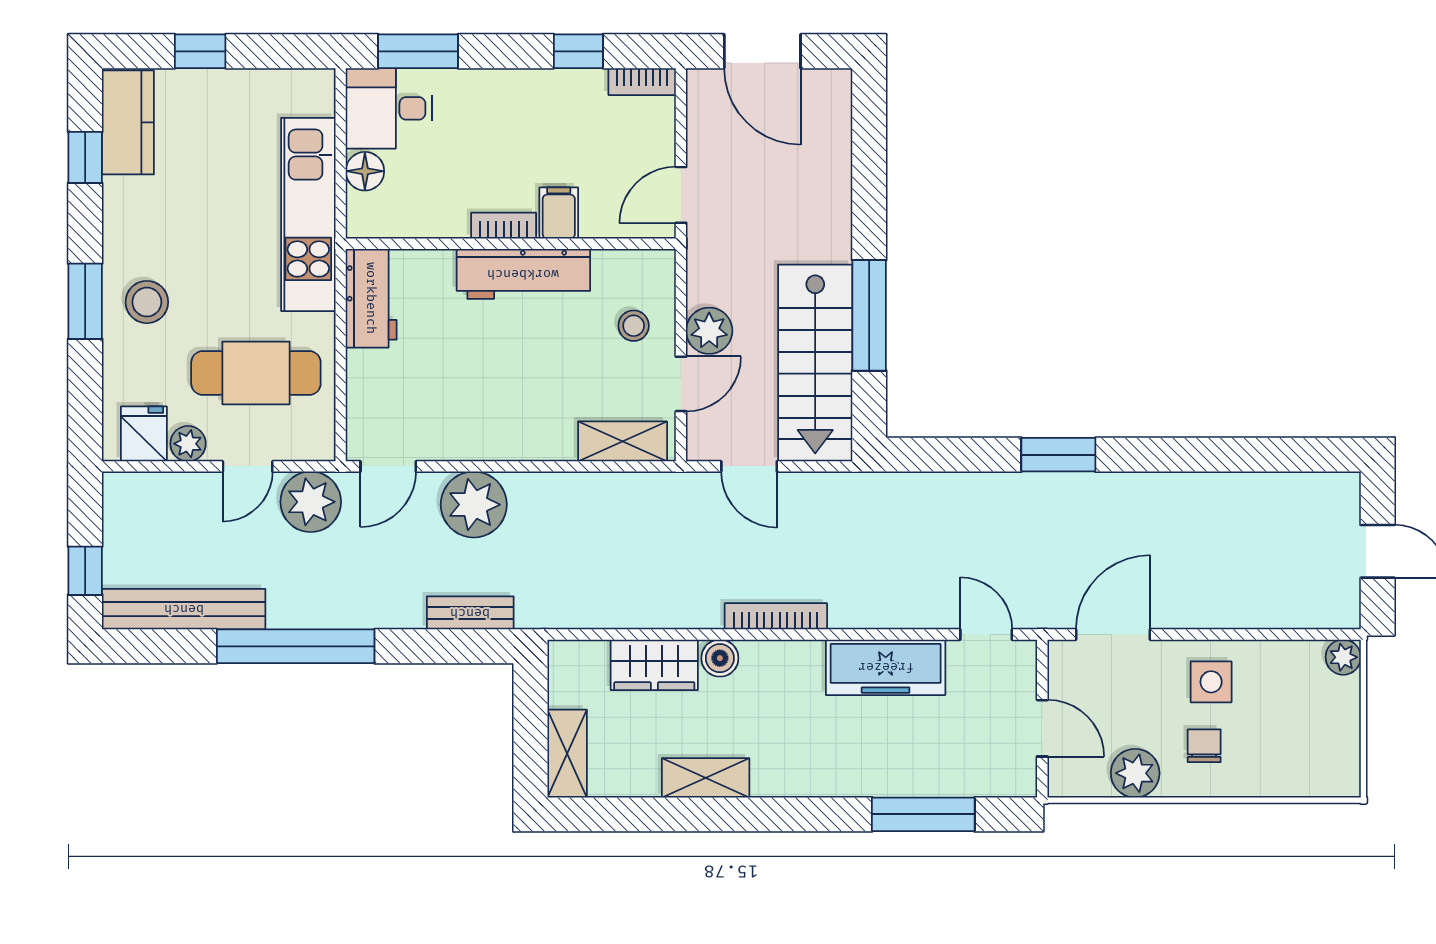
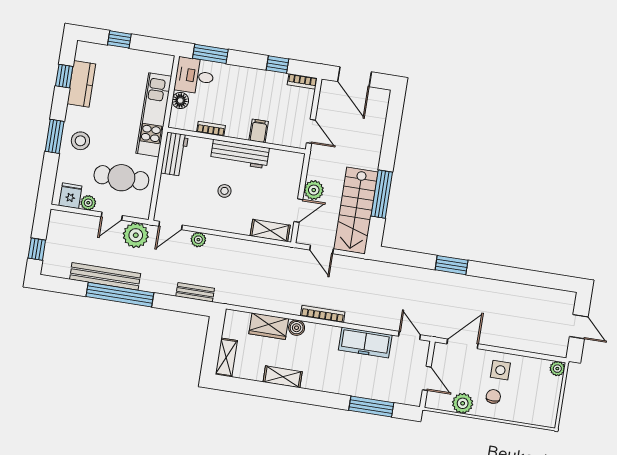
kitchen counter: (128, 122) -> (81, 84), moved
door: (681, 195) -> (311, 131), swing flipped
bookcase: (504, 226) -> (211, 129), moved
stool: (634, 326) -> (224, 191), moved
plant: (474, 505) -> (198, 240), width x0.53, depth x0.53
bench: (184, 609) -> (105, 276), moved

